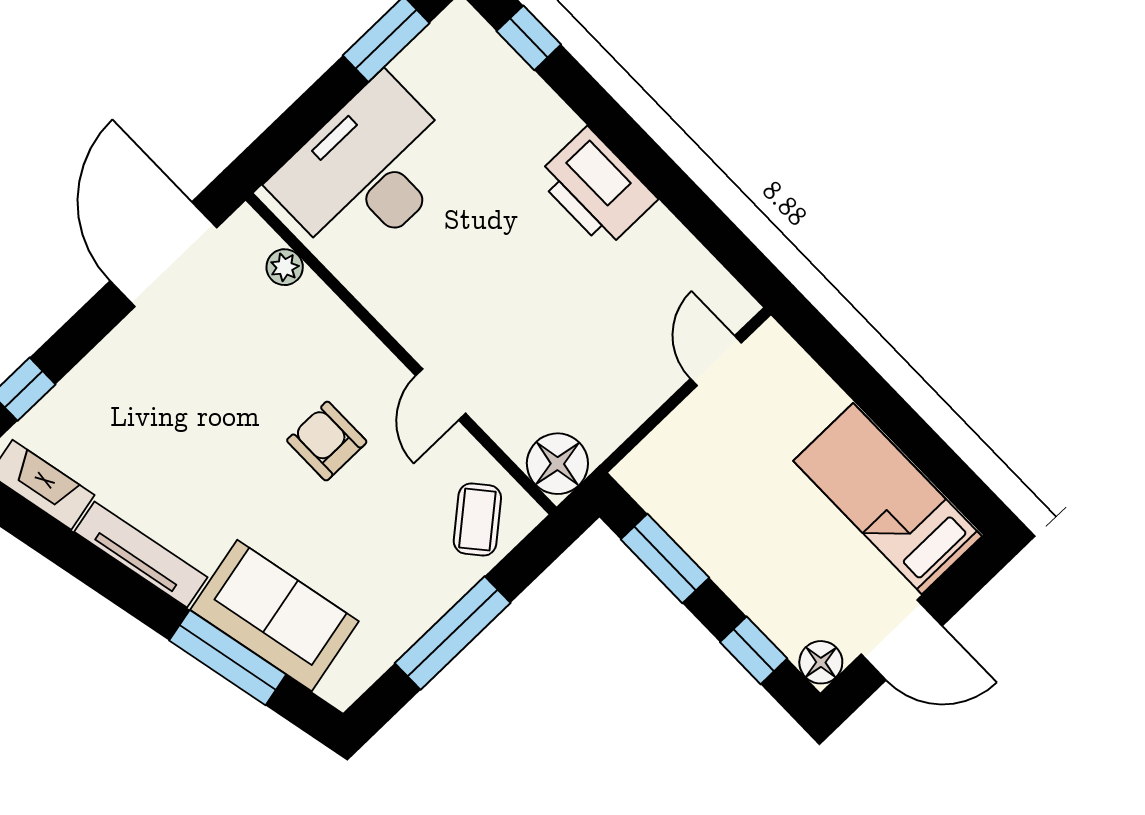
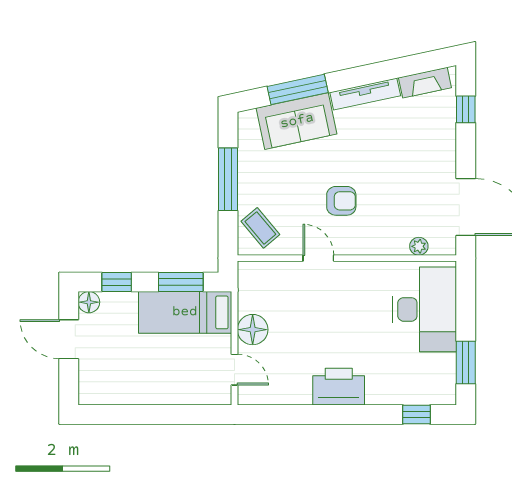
floor lamp: (557, 464) -> (253, 330), moved
bed: (888, 499) -> (185, 312), moved, turned 180
door: (902, 640) -> (69, 339), hinge flipped

